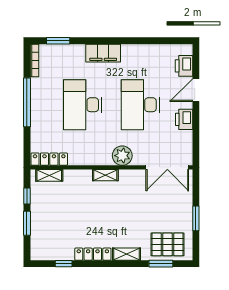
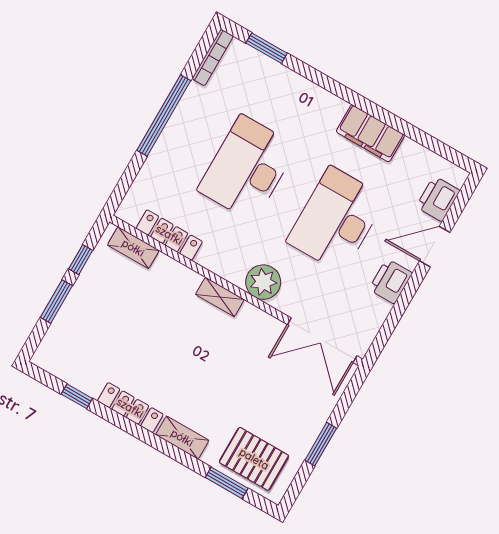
filing cabinet: (103, 53) -> (370, 133), moved
locker: (49, 159) -> (169, 235), moved

